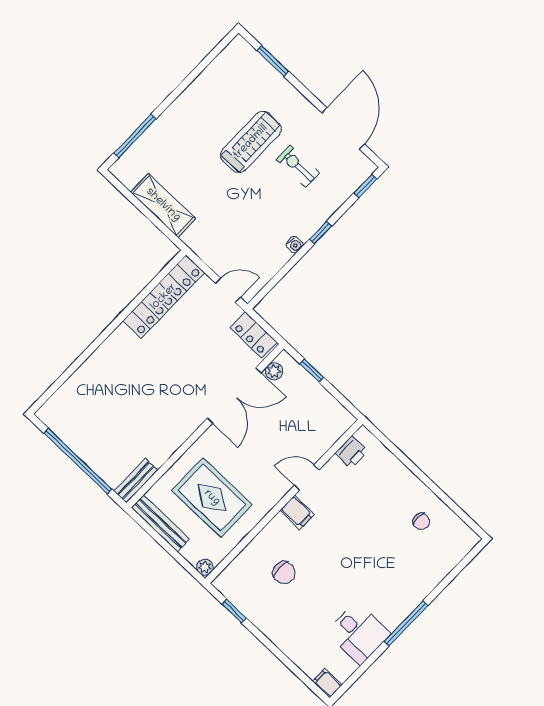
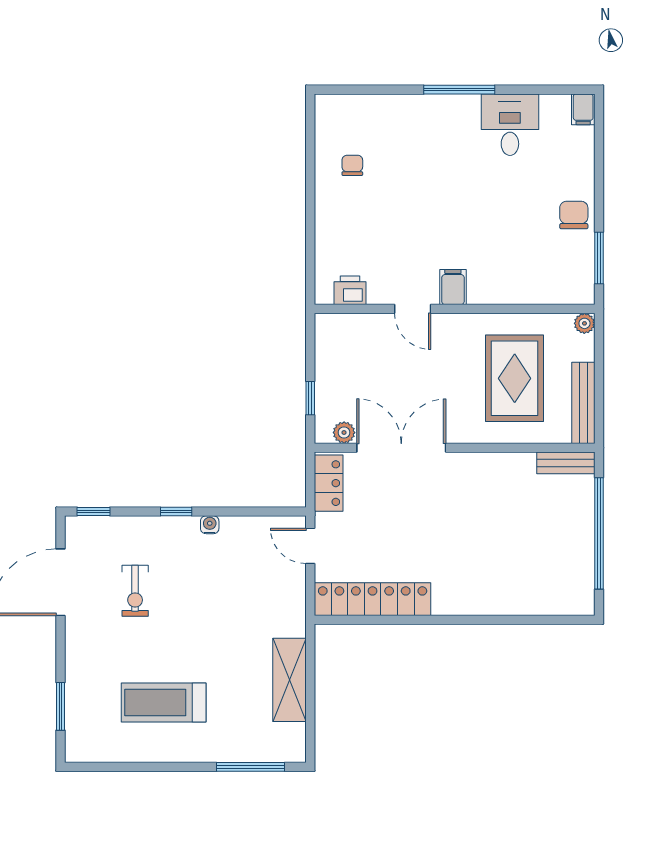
treadmill: (251, 142) -> (164, 702), moved
chair: (284, 573) -> (574, 215), moved
window: (234, 611) -> (599, 258), width x1.50

